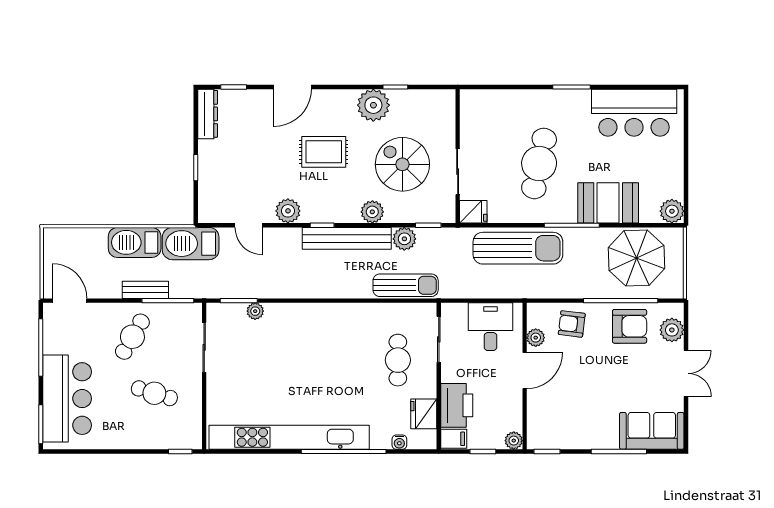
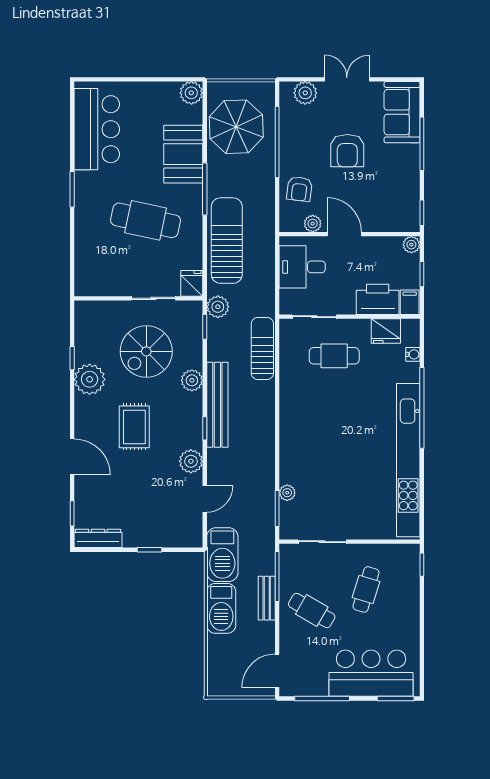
plant: (404, 239) -> (218, 307), moved
armchair: (630, 326) -> (347, 151), moved, turned 180

